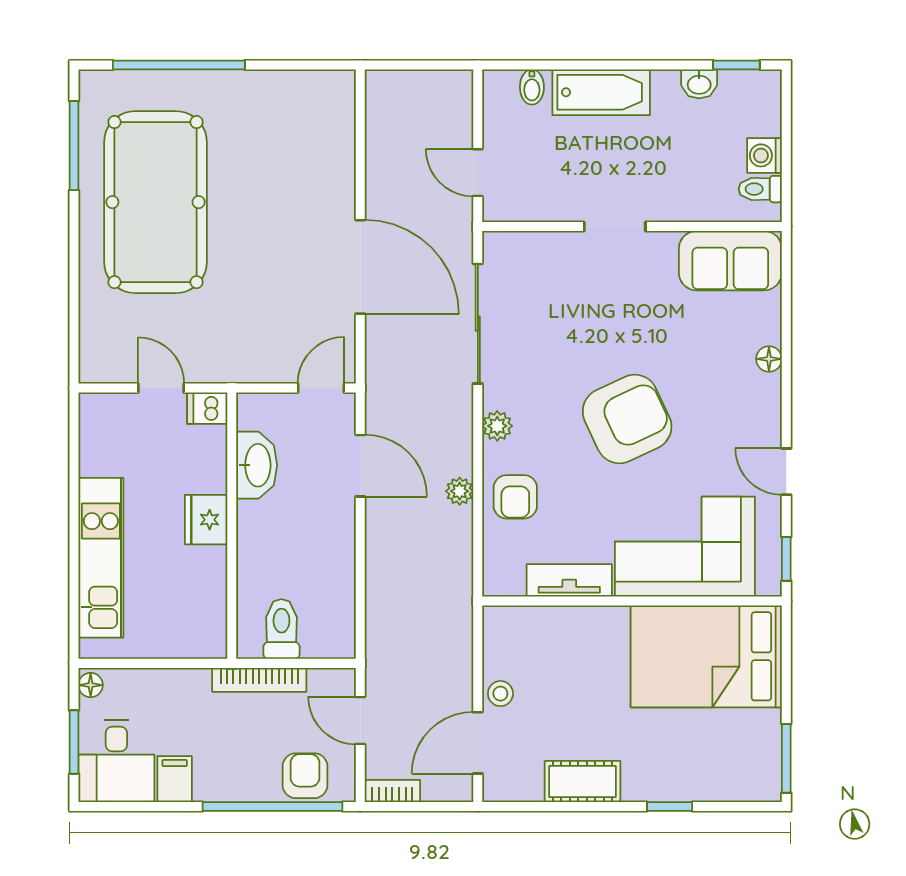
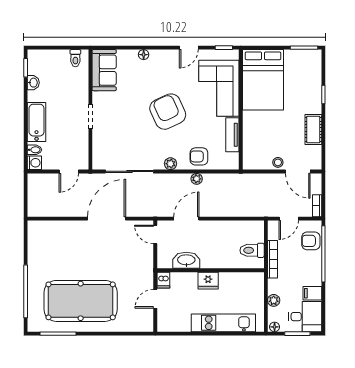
washing machine: (764, 155) -> (34, 163), moved, turned -90
armchair: (515, 497) -> (199, 156), turned 180
plant: (157, 683) -> (274, 300), added

